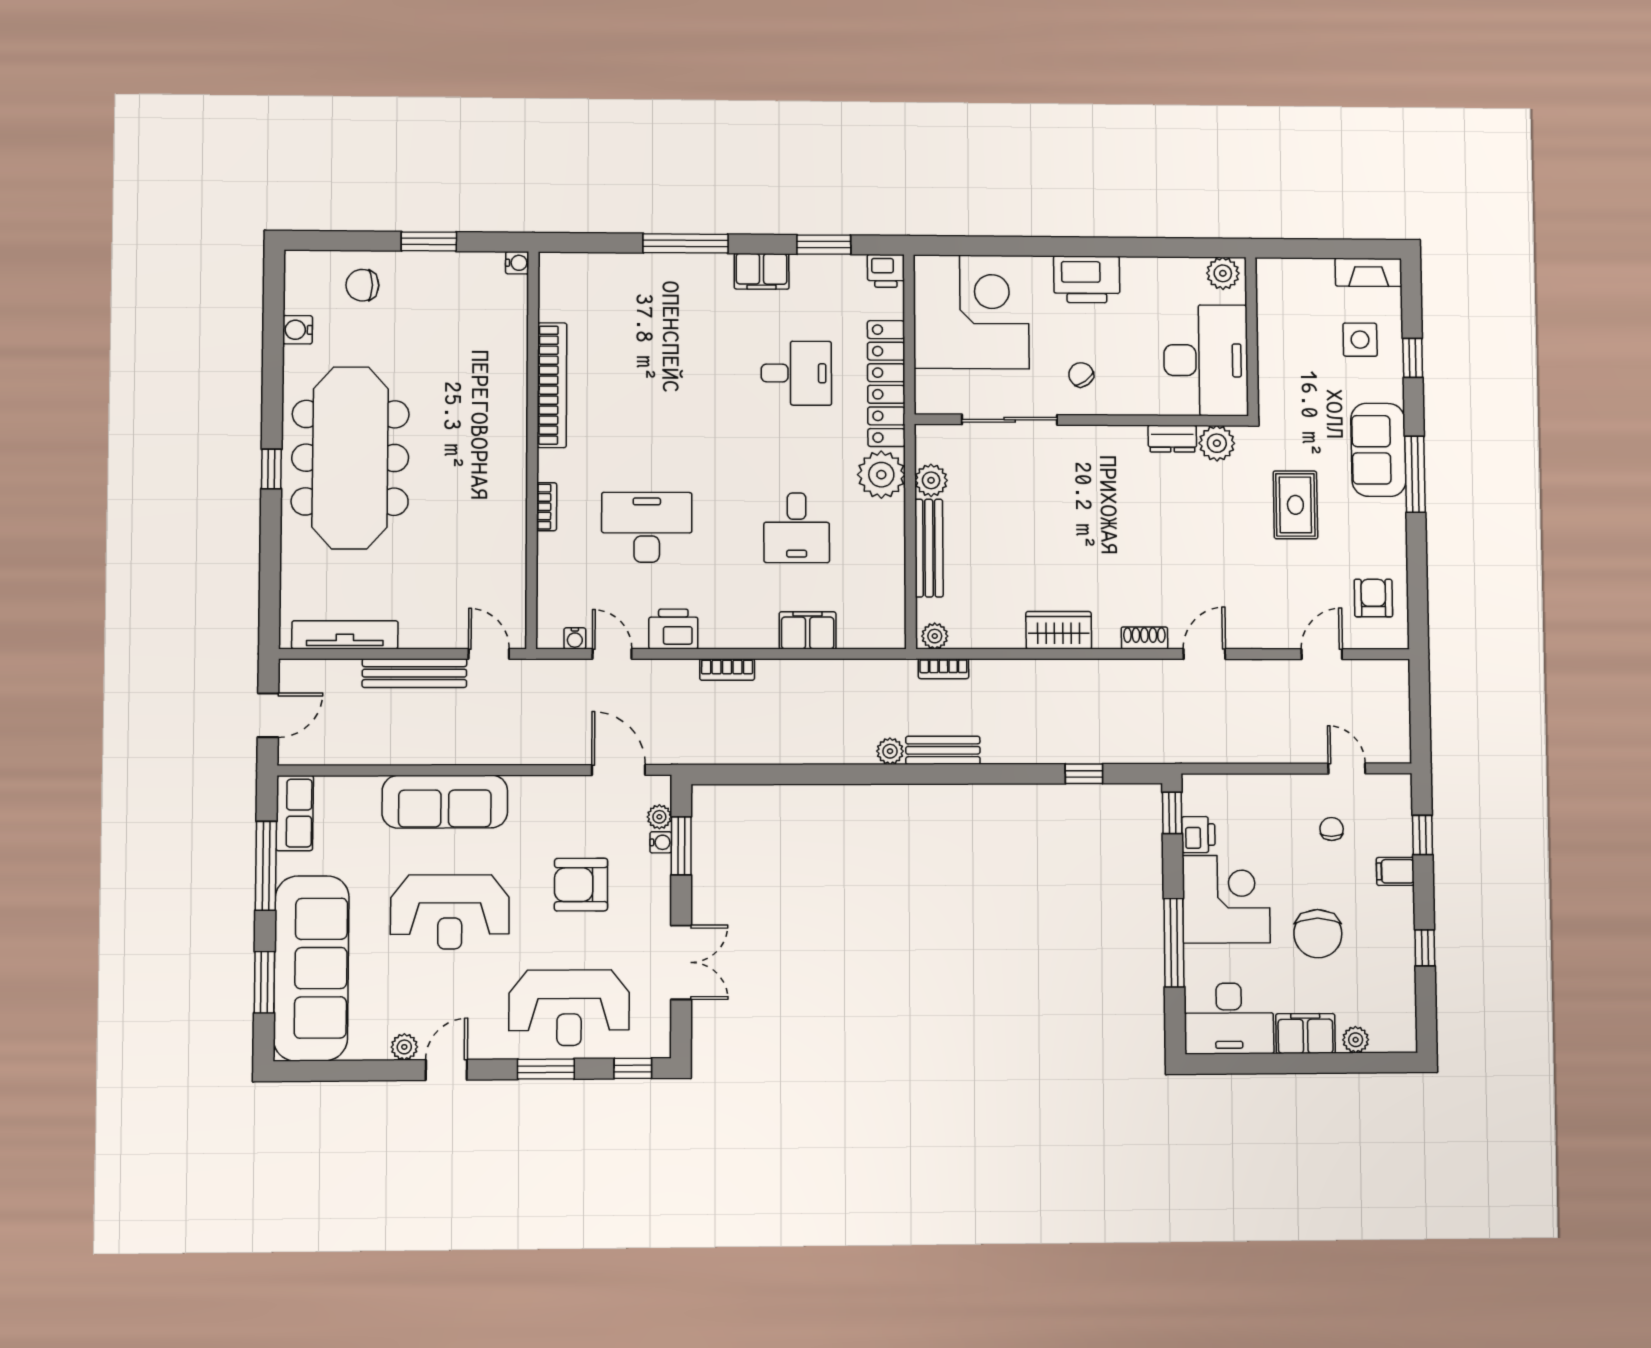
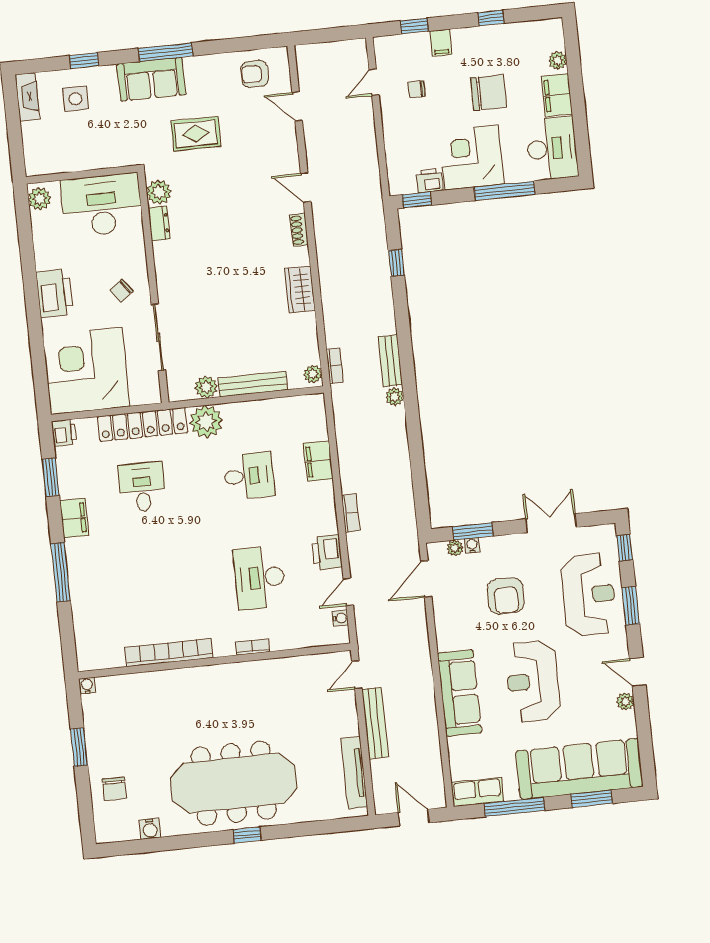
reception desk: (450, 912) -> (533, 681), turned 180

